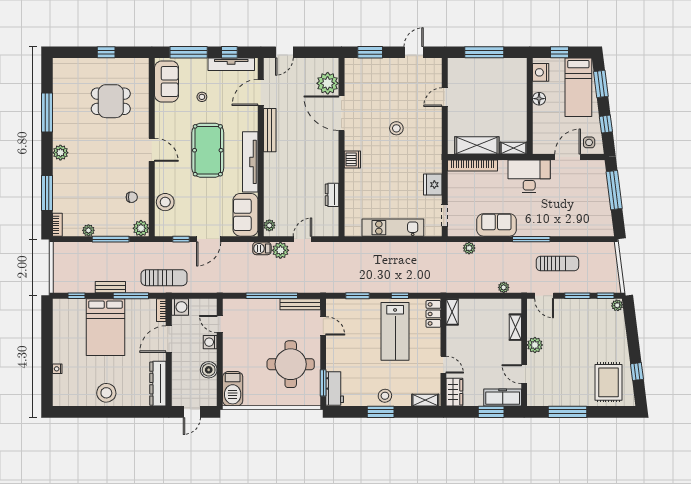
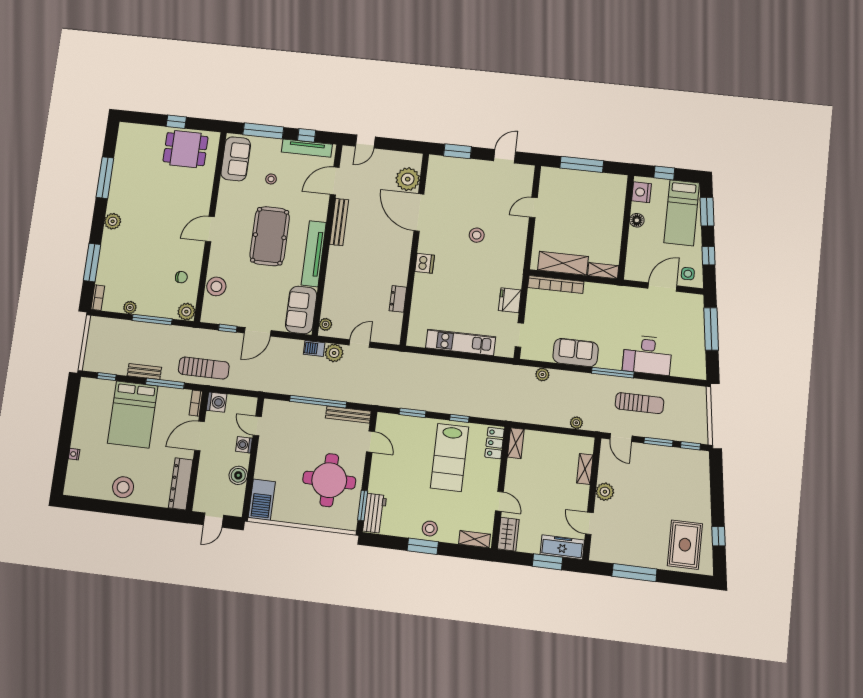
dining table: (111, 101) -> (186, 149), moved
door: (152, 150) -> (210, 229), swing flipped
desk: (529, 176) -> (647, 355), moved, turned 180
plant: (617, 305) -> (703, 458), removed

